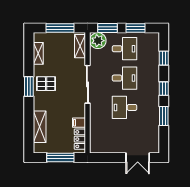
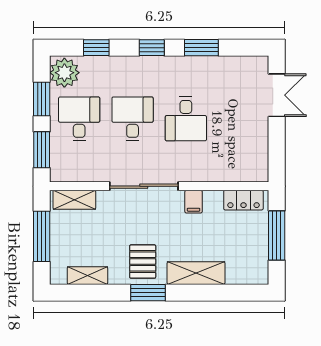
plant: (98, 41) -> (64, 73), moved
filing cabinet: (79, 123) -> (194, 202), moved
shelving: (40, 127) -> (196, 273), moved

